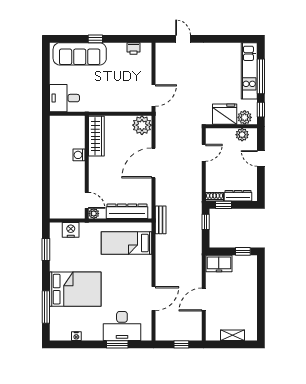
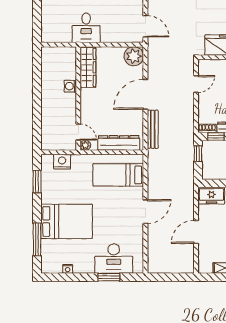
door: (153, 95) -> (145, 26), hinge flipped
desk: (64, 98) -> (86, 28), moved, turned -90
bench: (161, 220) -> (153, 129), moved, width x1.36
door: (153, 299) -> (145, 212), moved
window: (181, 344) -> (174, 277), removed

